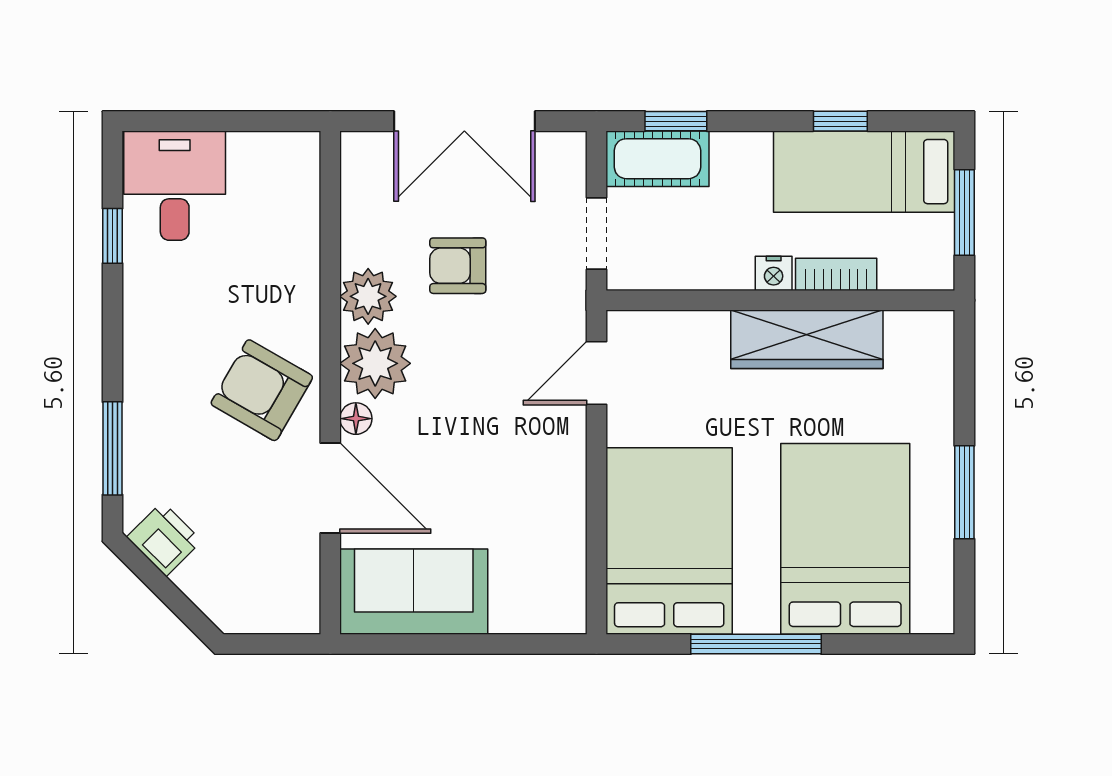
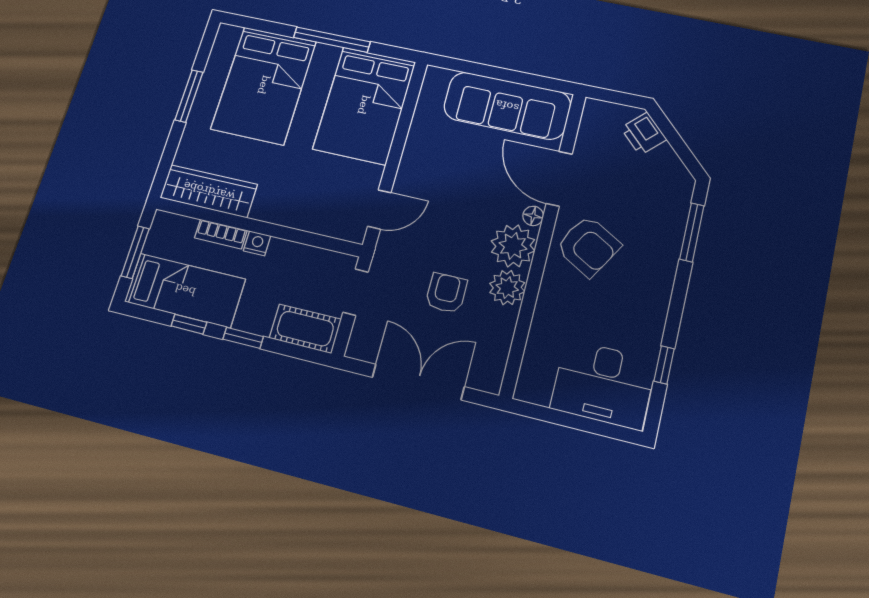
window: (676, 121) -> (243, 338), moved
desk: (175, 186) -> (603, 384), width x1.37
armchair: (458, 266) -> (446, 293), turned -90
wardrobe: (807, 339) -> (209, 191), moved
printer: (164, 539) -> (644, 134), moved
sofa: (414, 592) -> (507, 106), width x1.36

